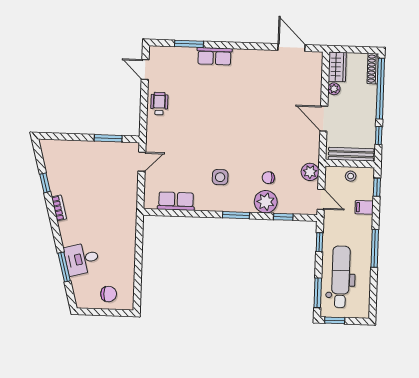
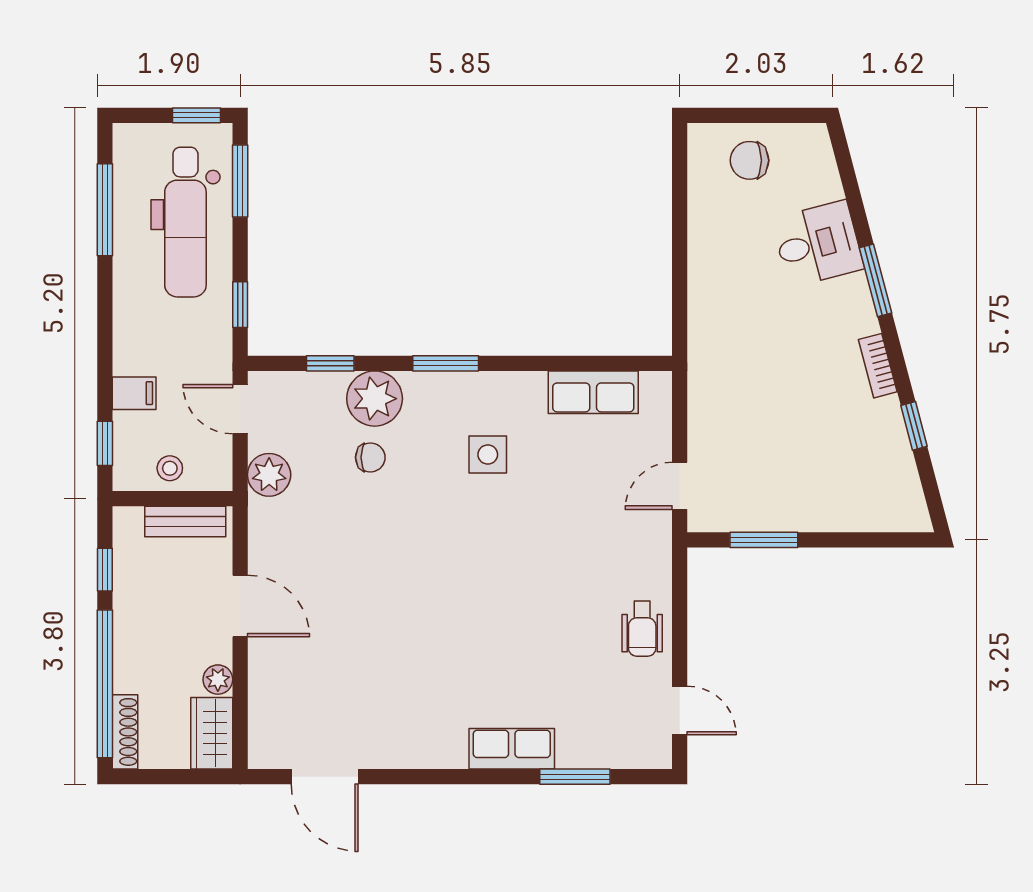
bench: (351, 154) -> (185, 522), width x0.73
window: (375, 248) -> (105, 210), moved
window: (64, 267) -> (876, 280), moved

